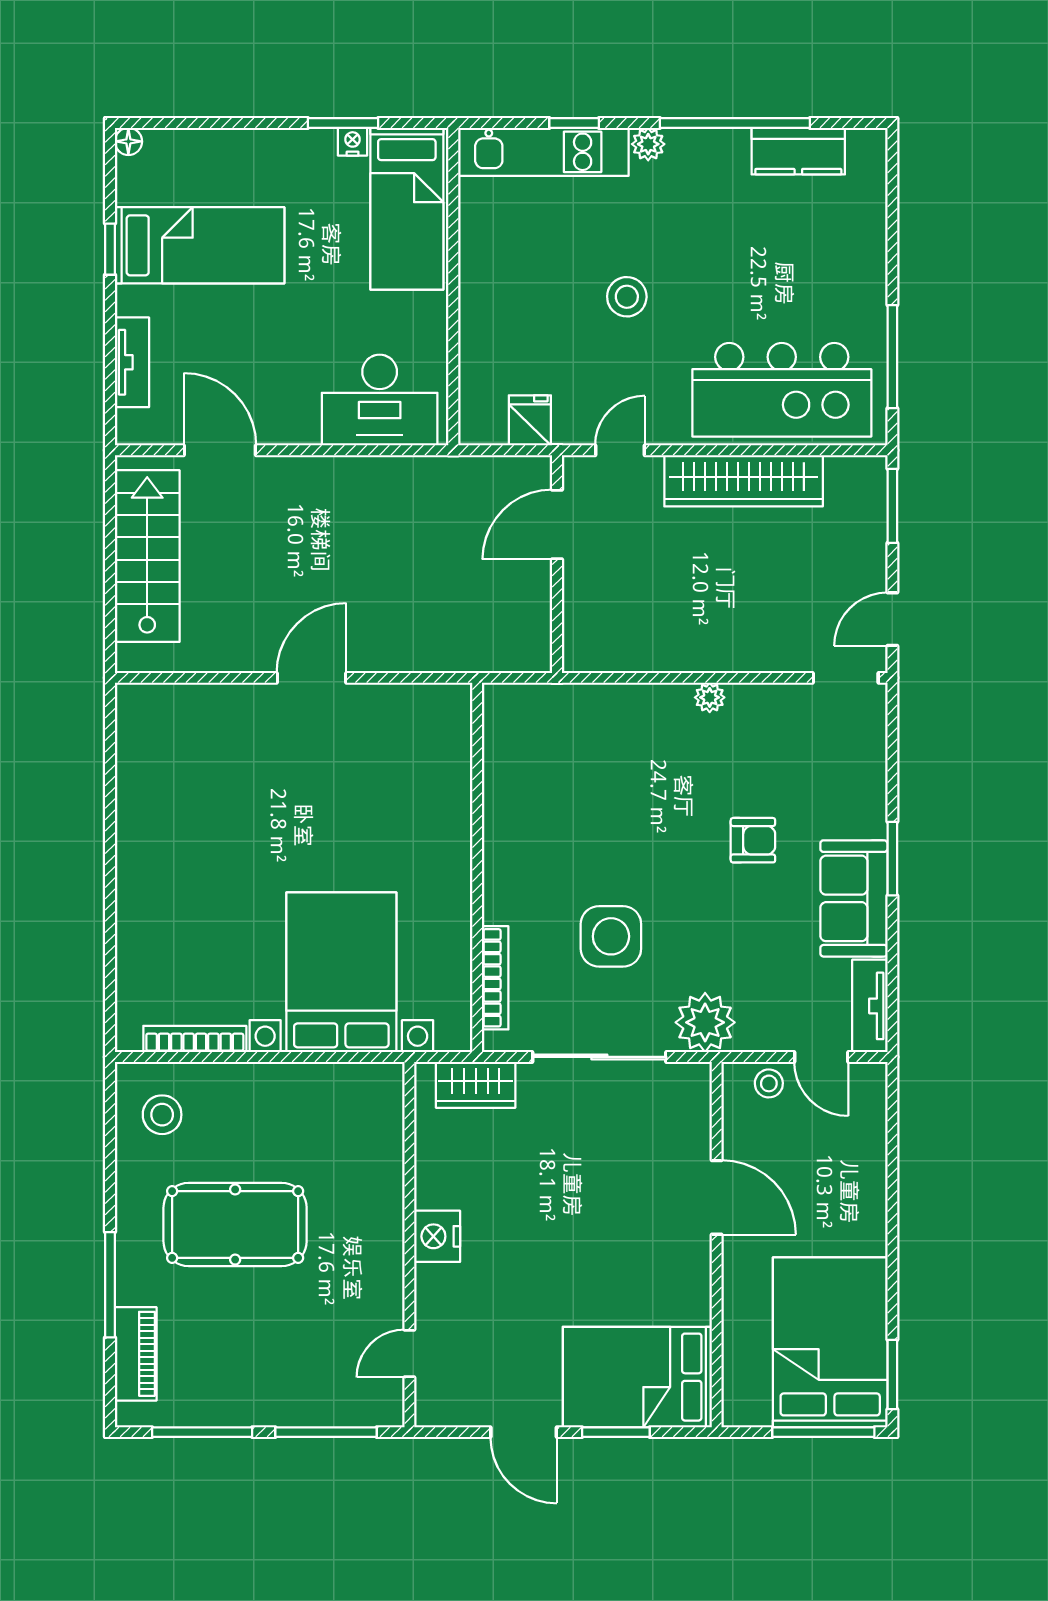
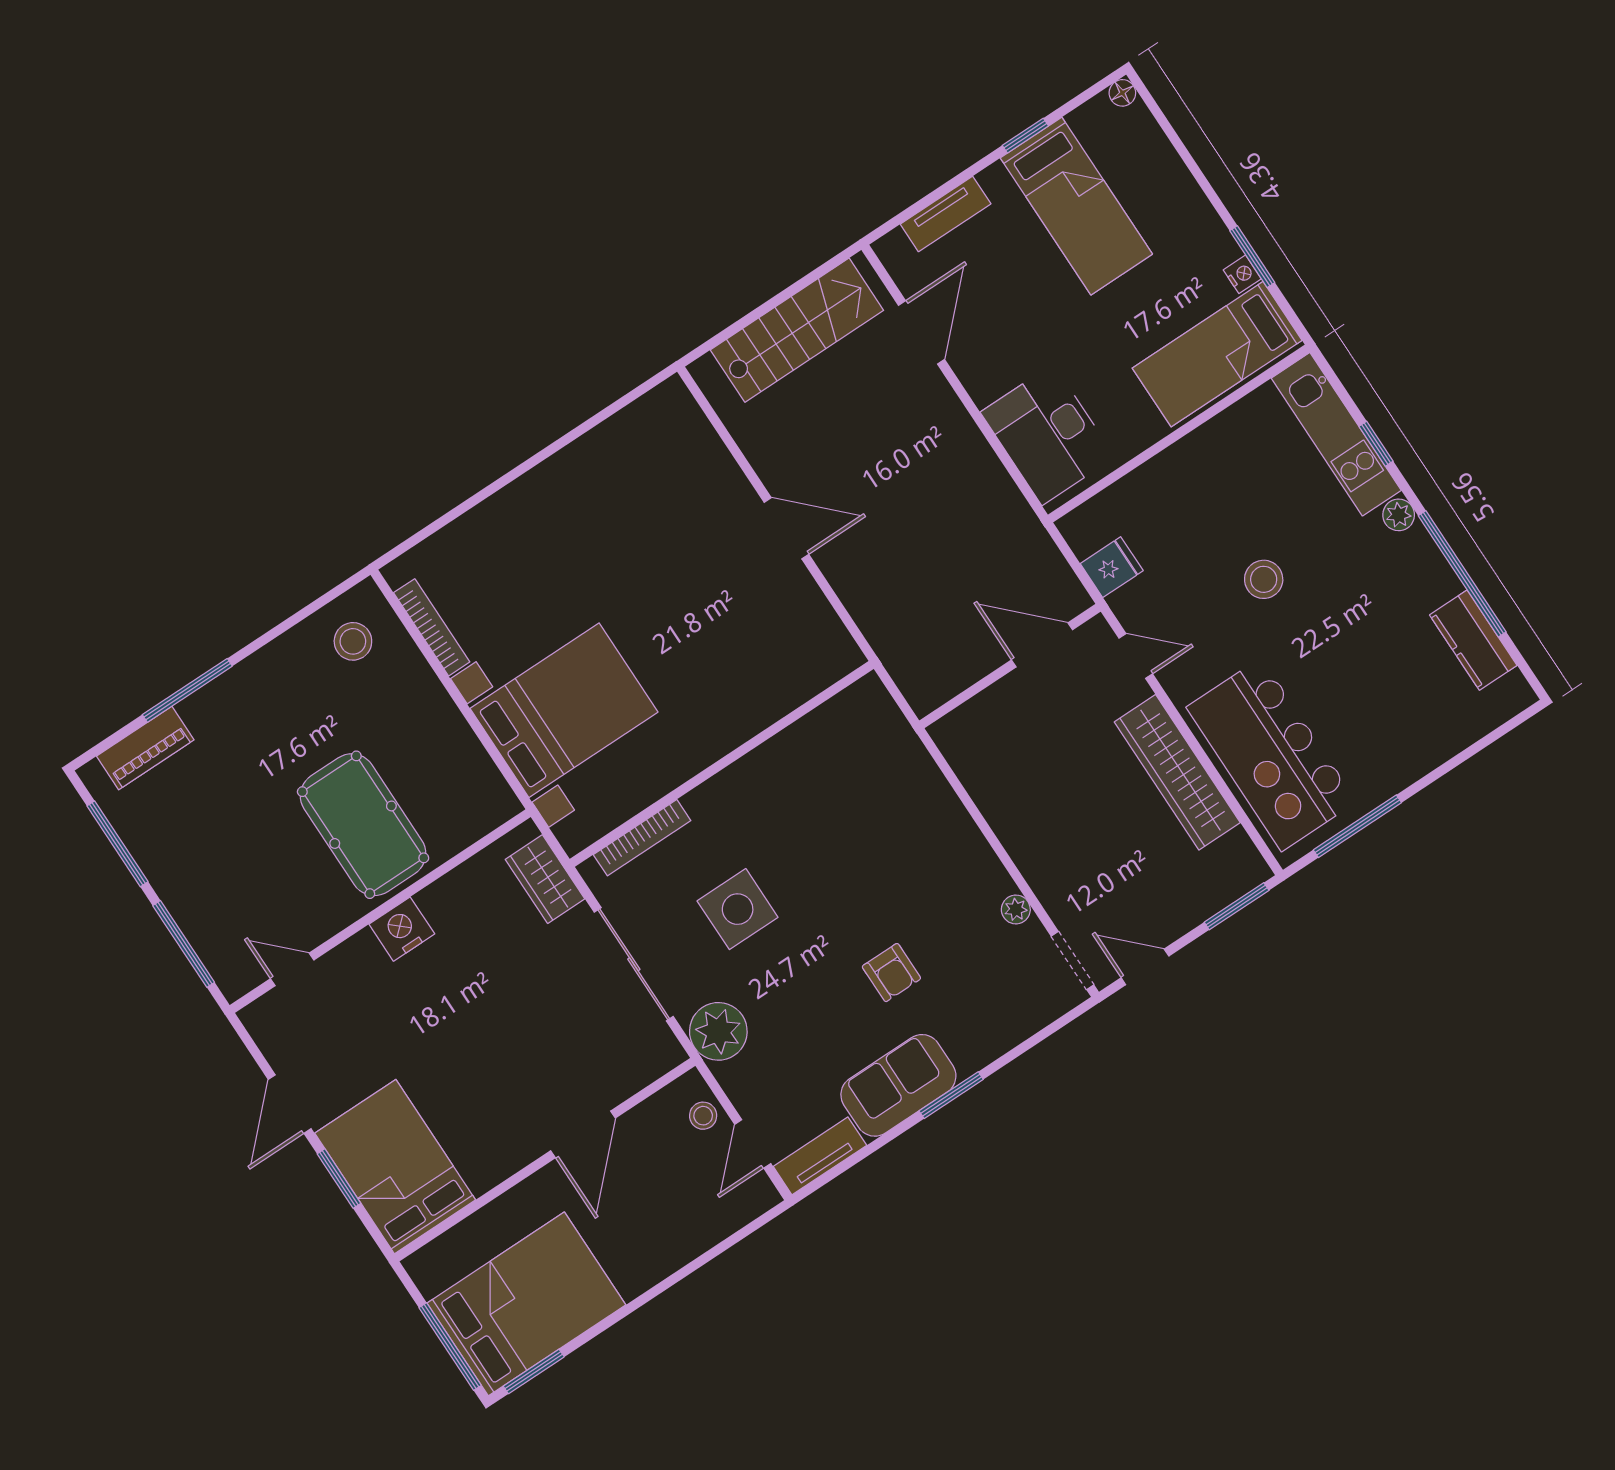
plant: (710, 697) -> (1016, 909), moved
pool table: (235, 1225) -> (363, 825), moved

